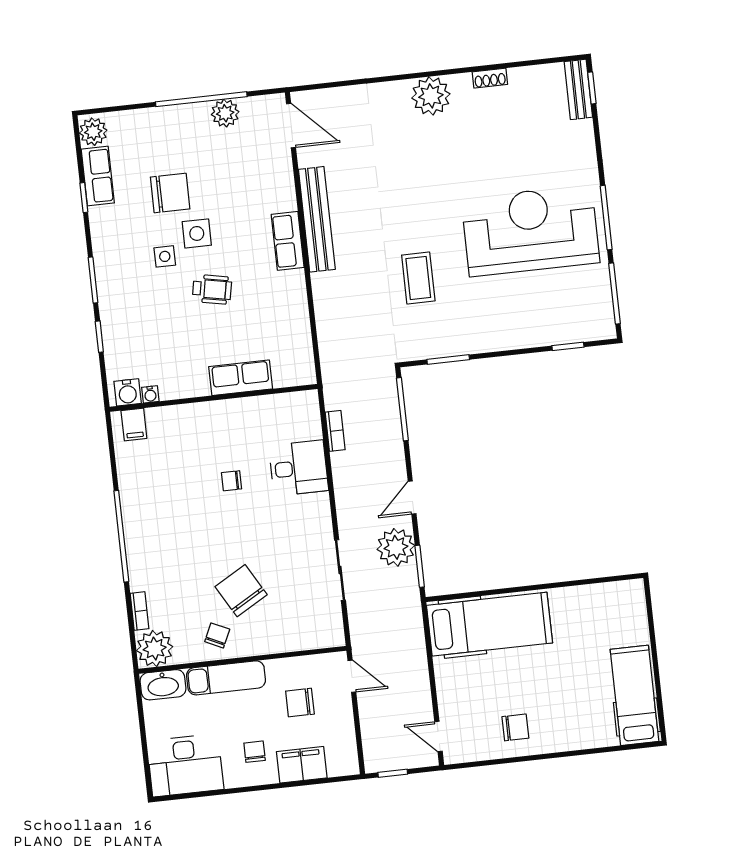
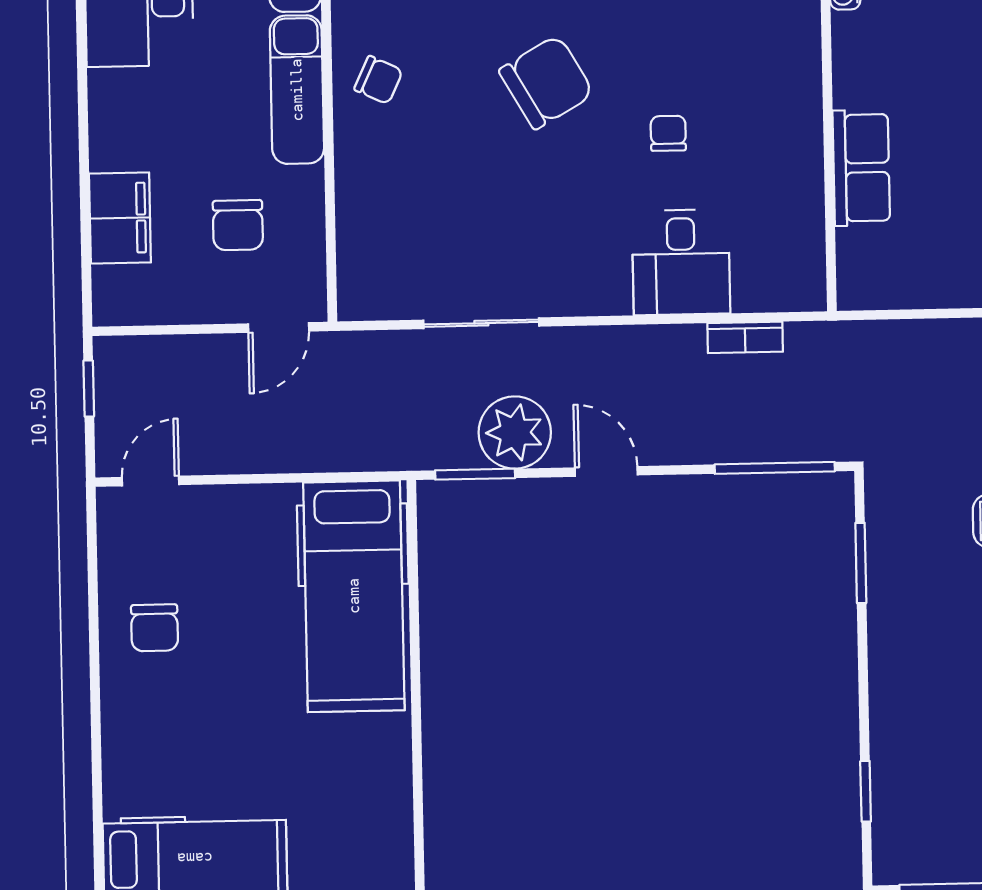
chair: (241, 591) -> (546, 82), moved
chair: (300, 703) -> (238, 225), turned 180
chair: (255, 752) -> (153, 131), removed

